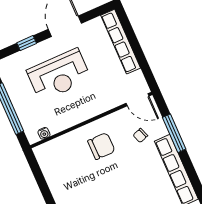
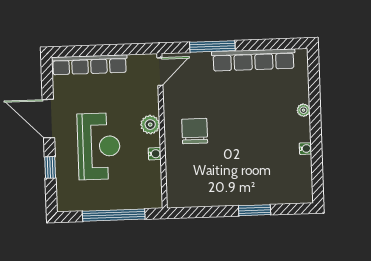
plant: (92, 109) -> (150, 125), added
water cooler: (44, 133) -> (155, 154), moved
chair: (140, 135) -> (200, 84), removed

